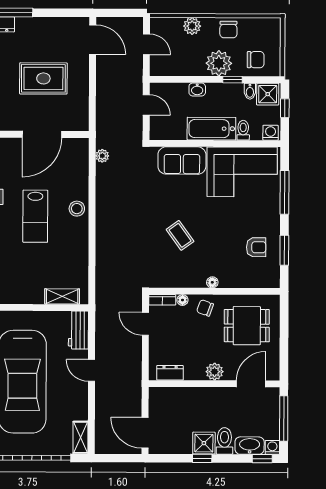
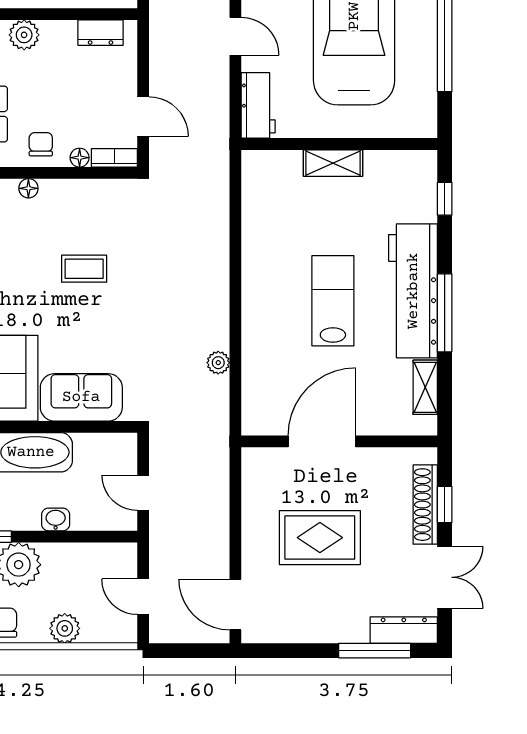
plant: (102, 156) -> (218, 363), moved
stool: (77, 209) -> (262, 314), removed
coffee table: (180, 235) -> (84, 269), turned -54
shelving: (62, 296) -> (333, 163), moved
chair: (205, 308) -> (41, 144), turned -110

